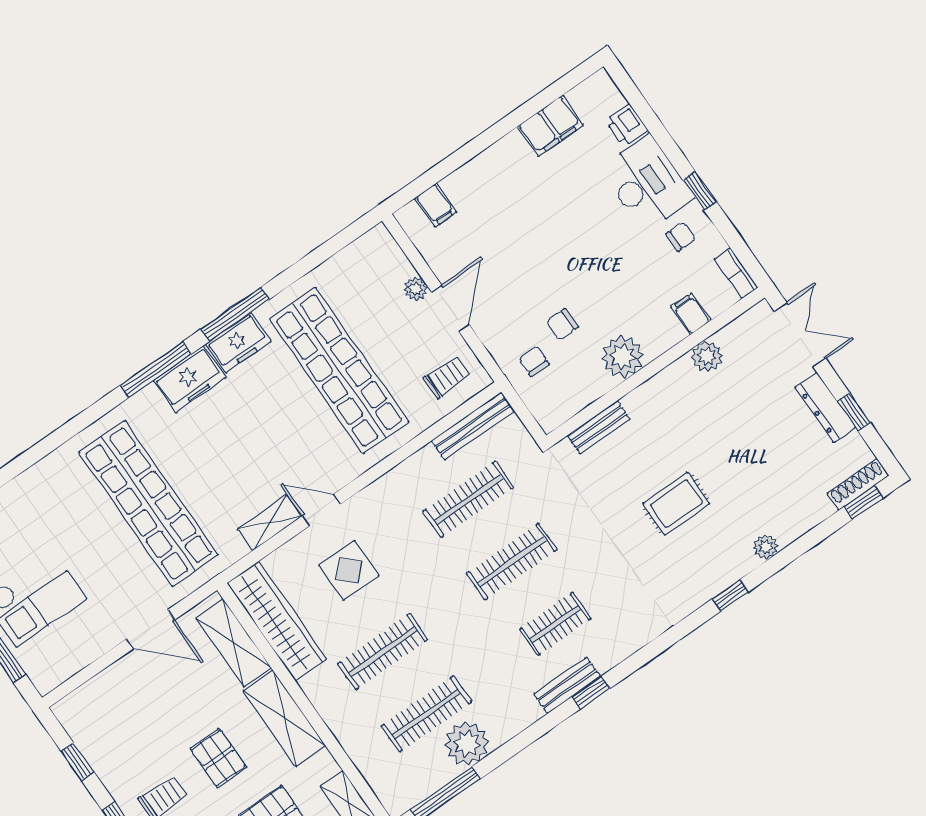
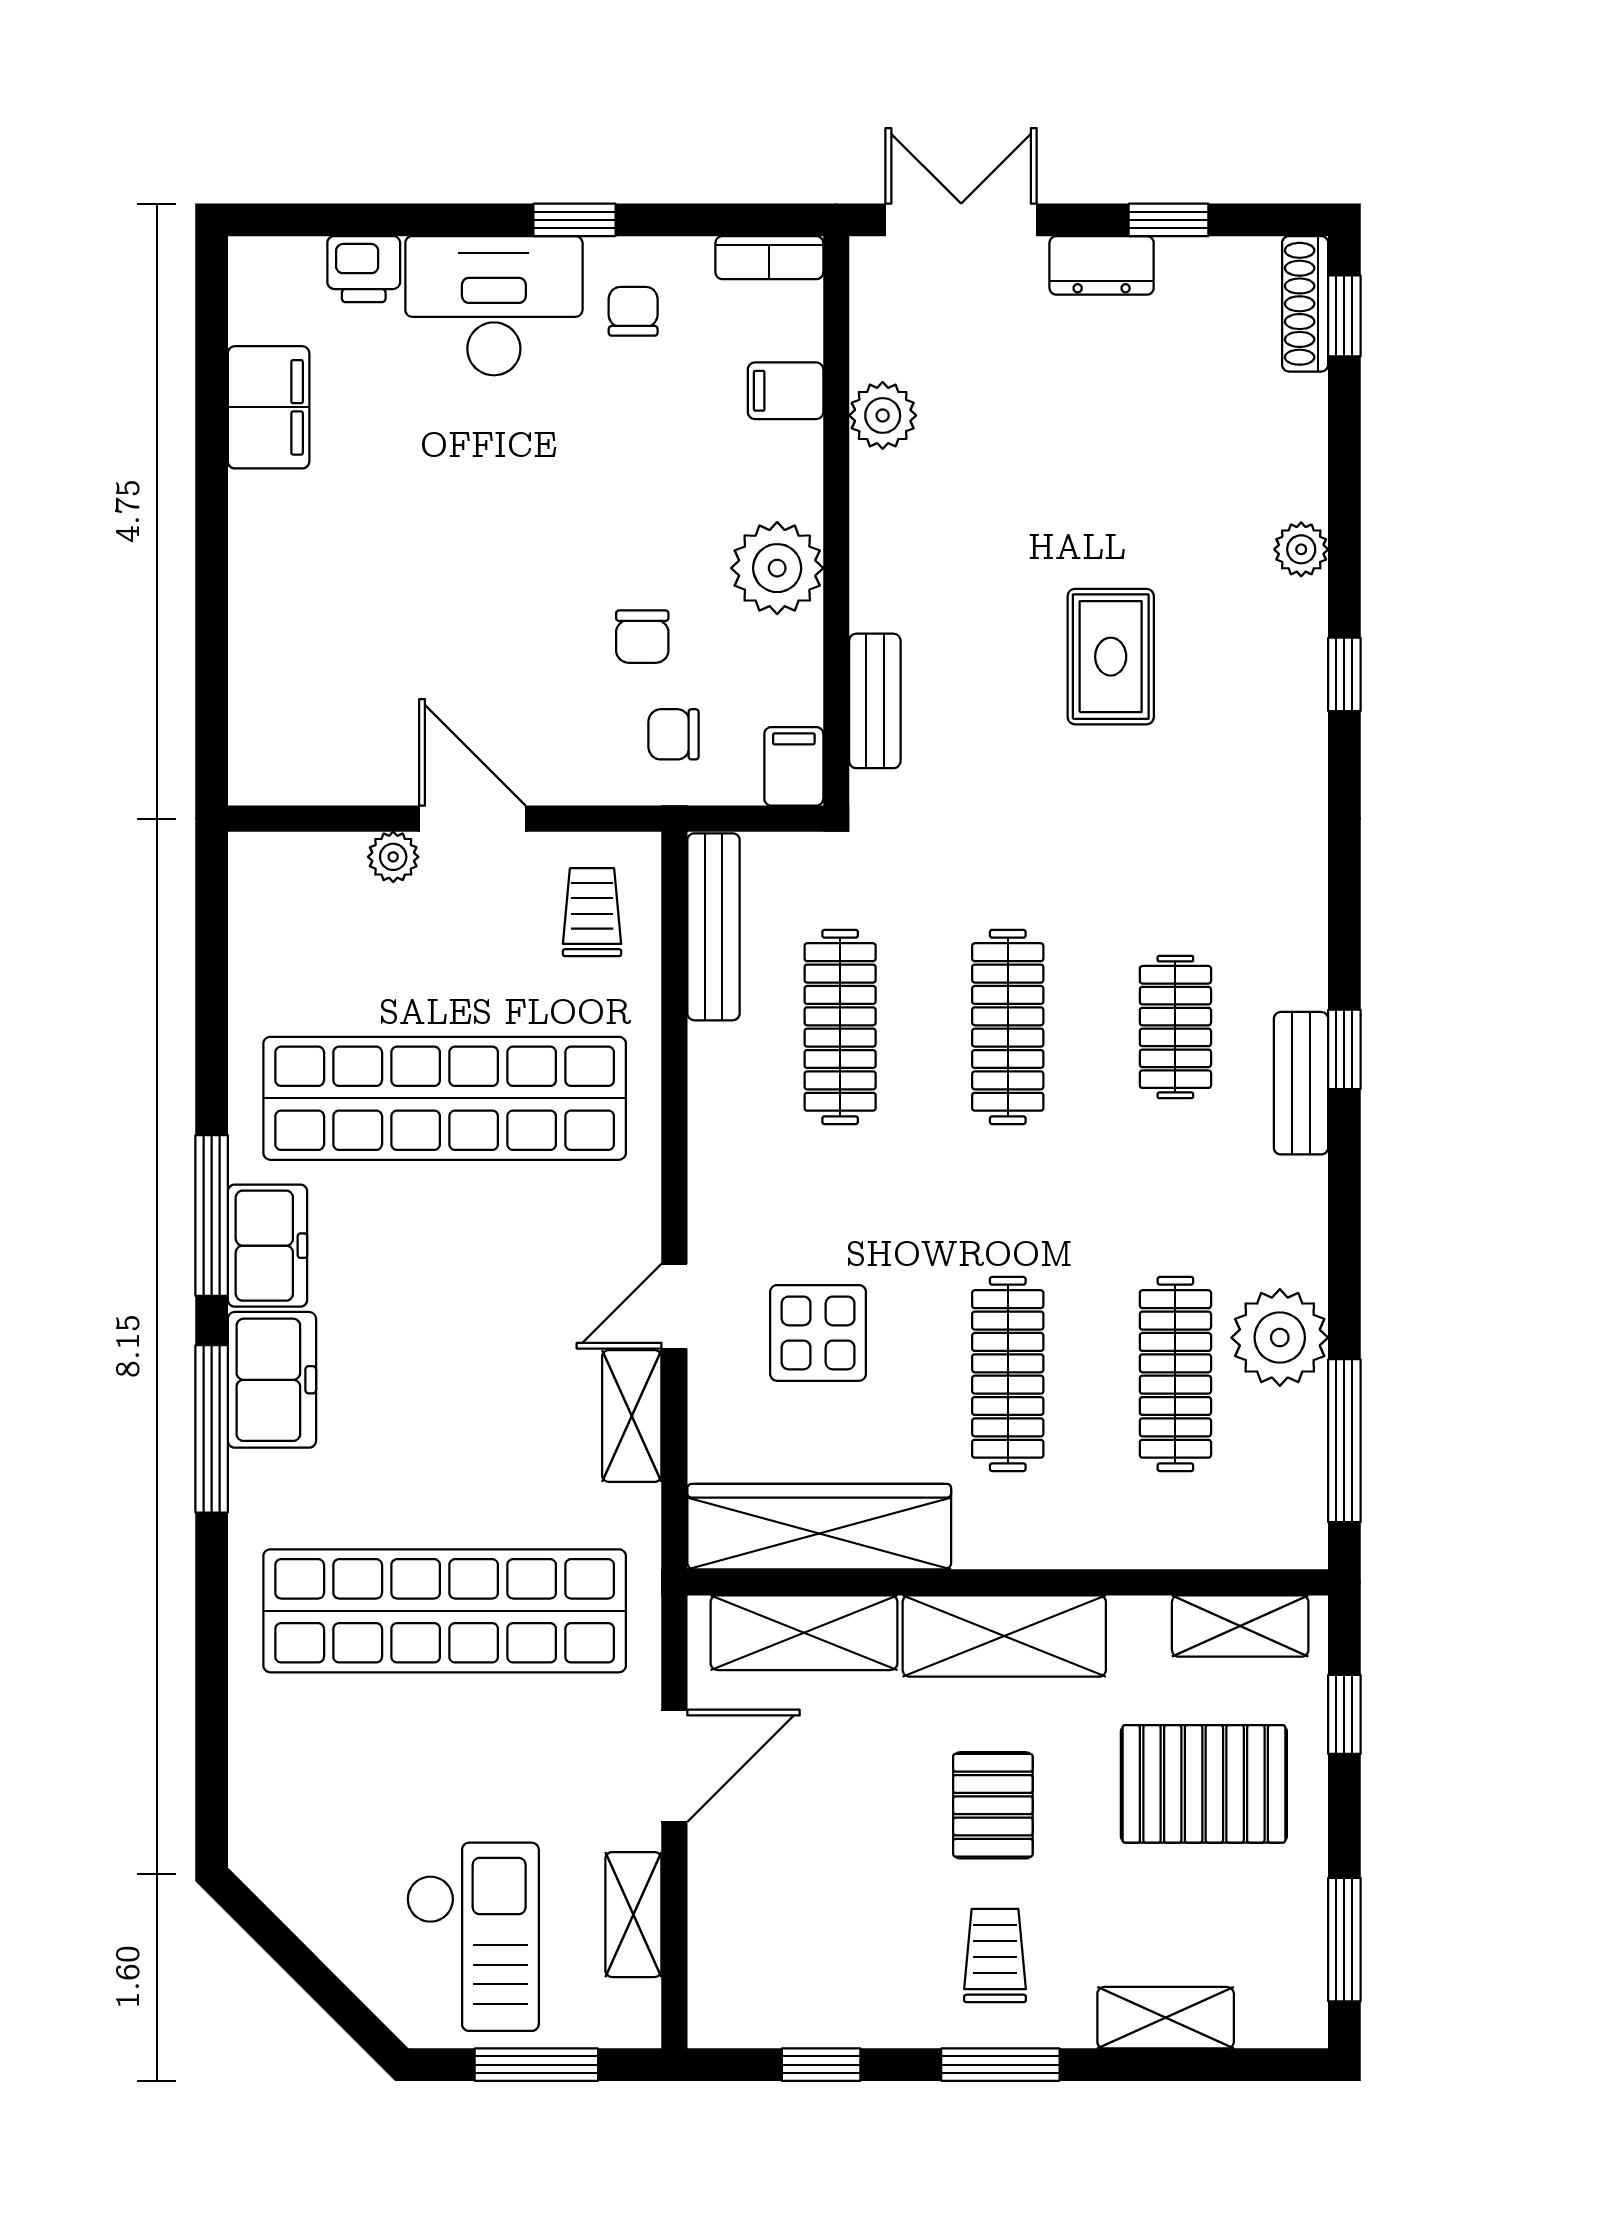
filing cabinet: (436, 205) -> (794, 766), moved, turned -90
dresser: (825, 407) -> (1102, 265), width x0.70
shelving: (84, 653) -> (633, 1915), added
pallet: (218, 758) -> (993, 1805), turned 90

